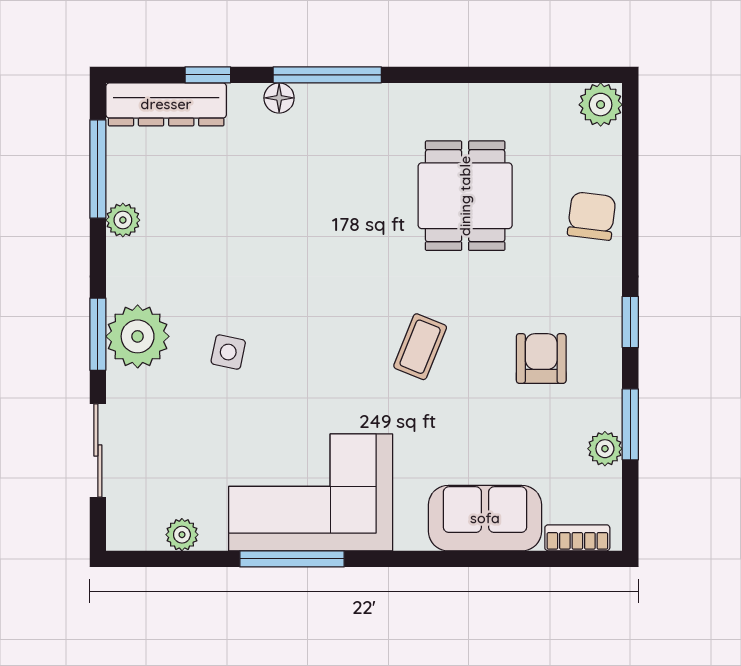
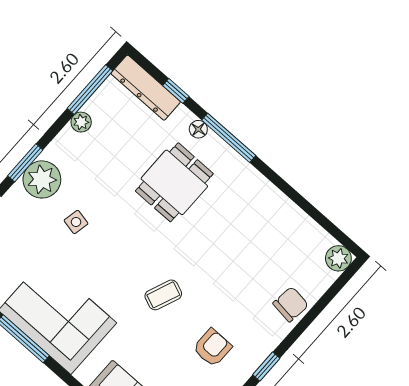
dining table: (465, 196) -> (174, 182), moved

